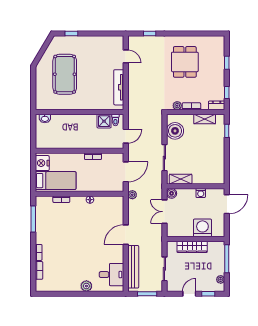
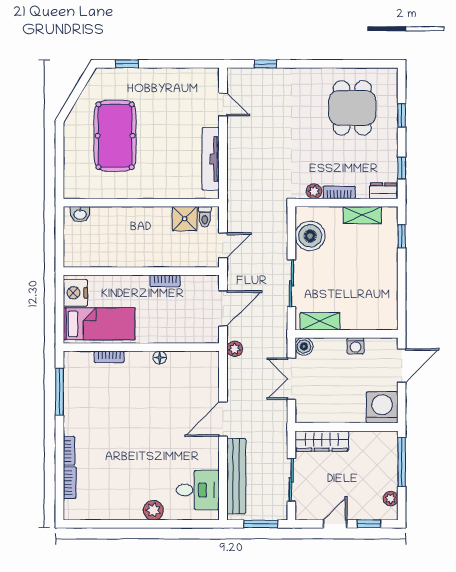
dining table: (185, 62) -> (352, 108), moved
washing machine: (202, 228) -> (382, 407), moved
wardrobe: (192, 247) -> (322, 441), moved

